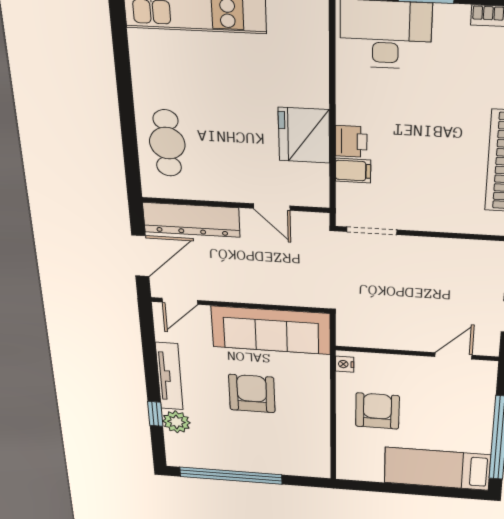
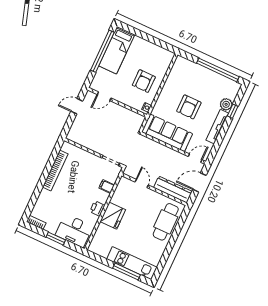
fridge: (304, 135) -> (113, 216), moved
printer: (351, 141) -> (97, 209), moved
cafe table: (167, 143) -> (166, 222), width x1.37, depth x1.35
bed: (437, 469) -> (117, 50), moved, turned 90

